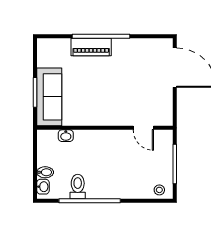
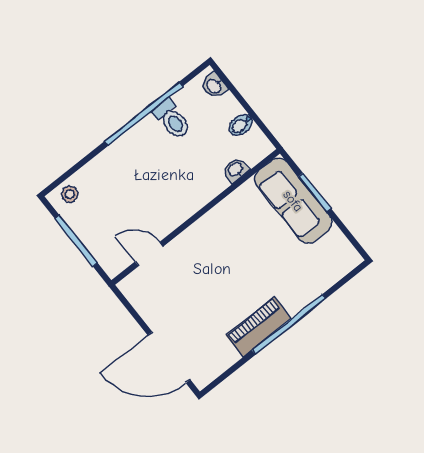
piano: (91, 47) -> (259, 327), moved
bidet: (45, 172) -> (241, 125), moved

